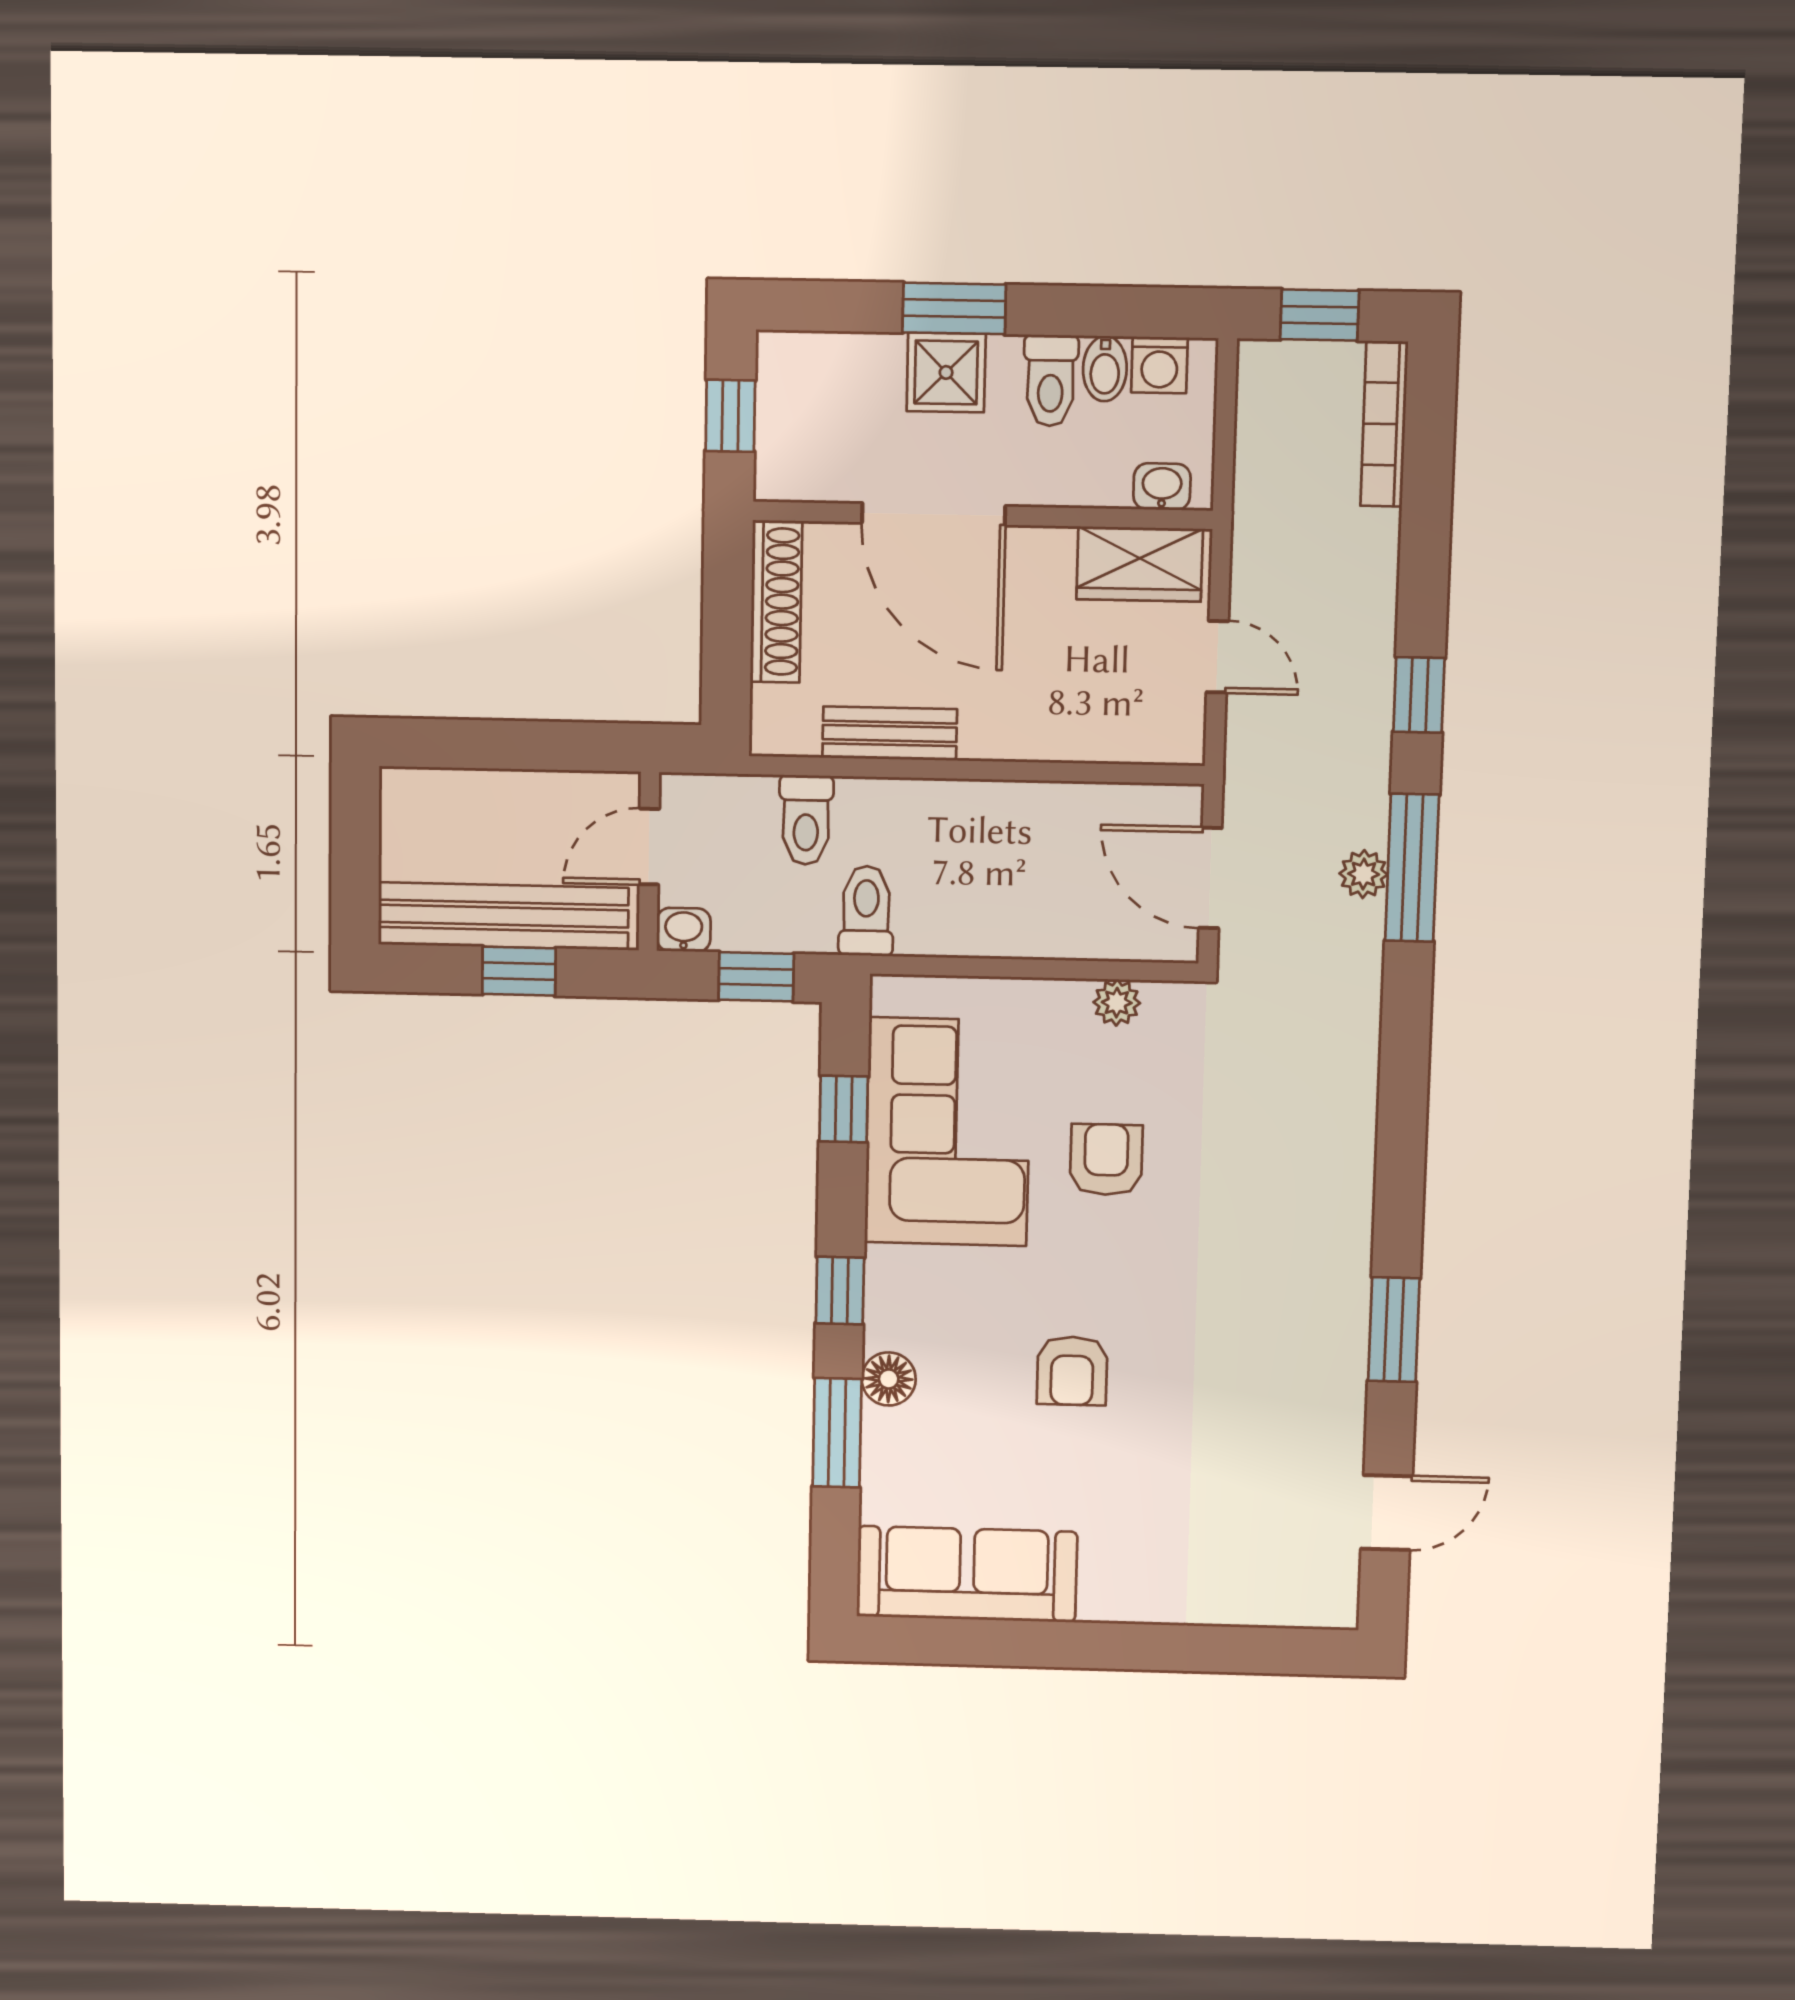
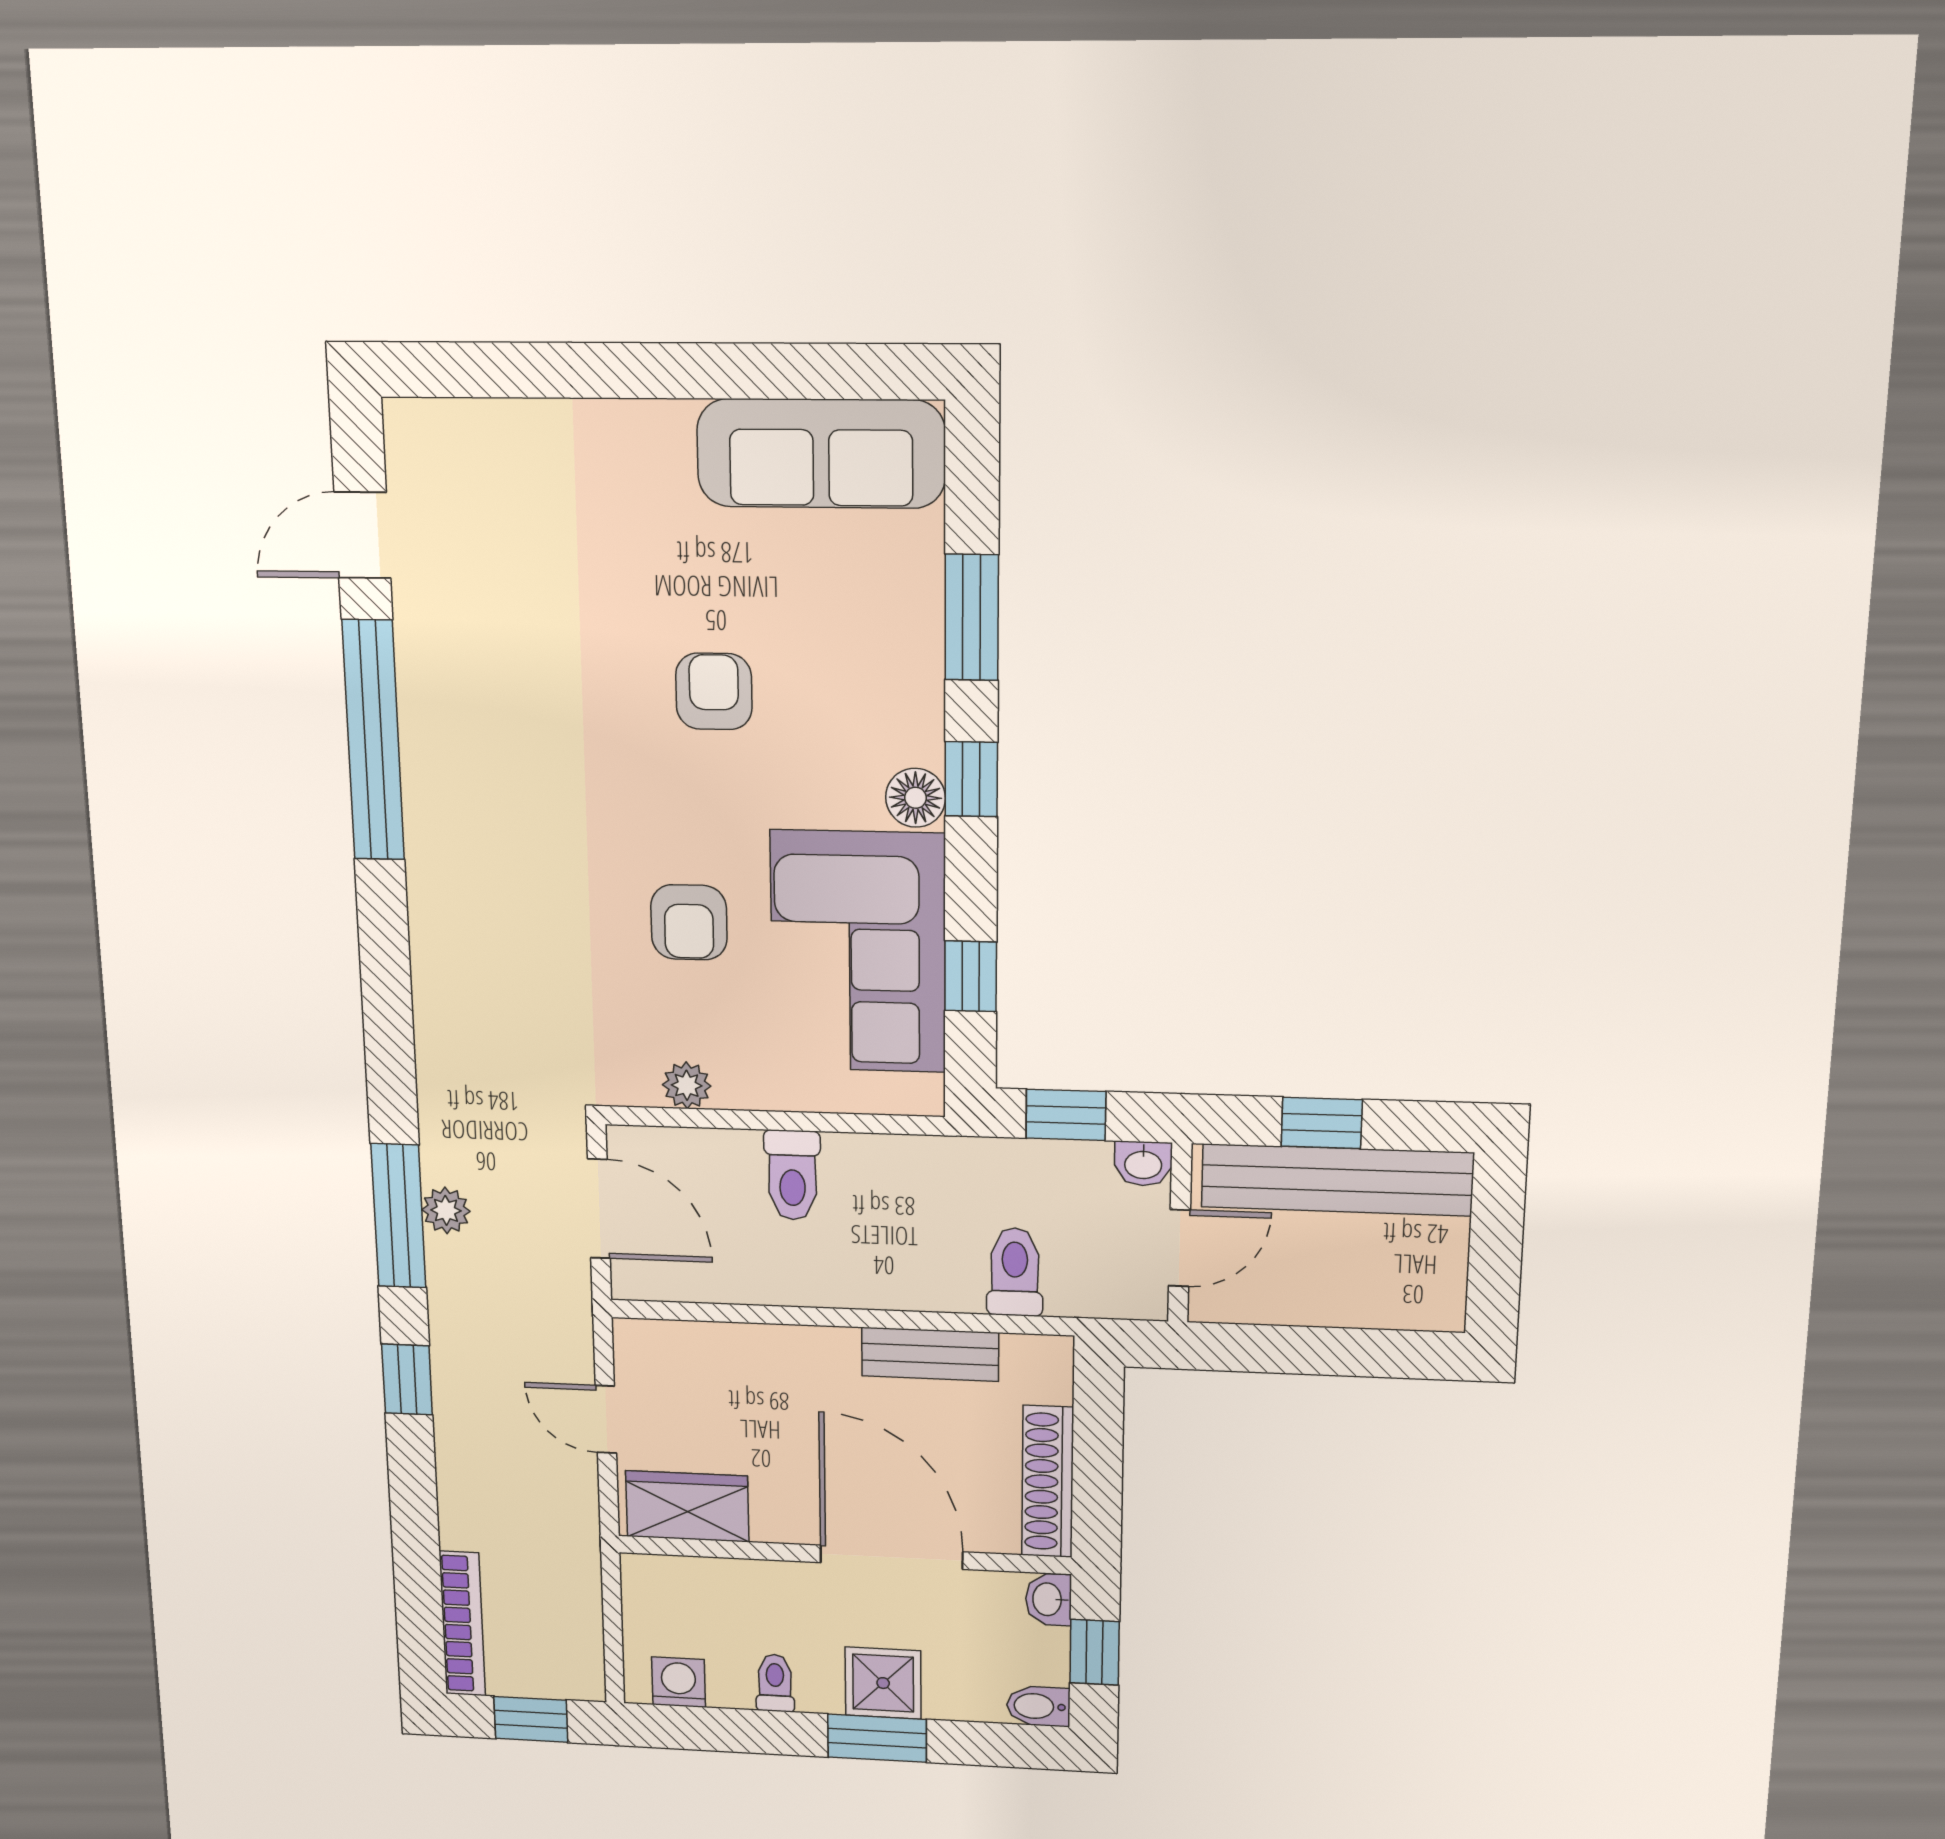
bidet: (1105, 369) -> (1038, 1706), moved, turned -90
toilet: (1051, 381) -> (775, 1683), width x0.73, depth x0.72
washbasin: (1162, 487) -> (1048, 1599), moved, turned 90
toilet: (866, 911) -> (792, 1175), moved
window: (1394, 1330) -> (373, 741), width x2.11
floor lamp: (889, 1379) -> (915, 798), moved

